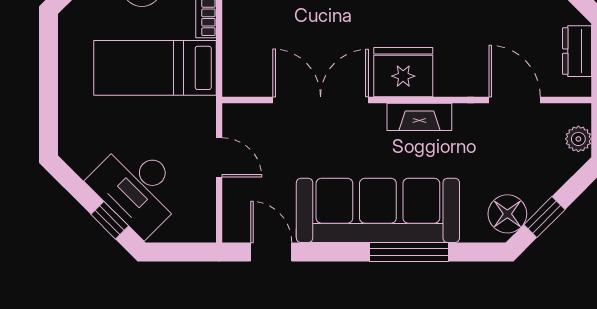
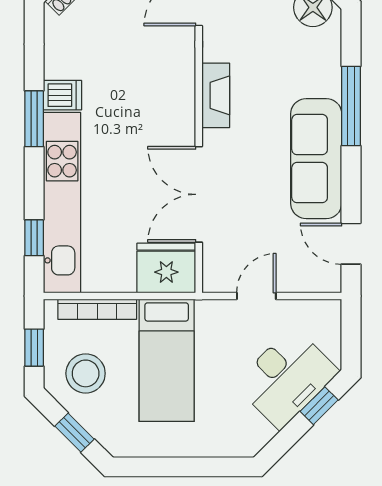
fridge: (403, 72) -> (166, 268), moved, turned 90
sofa: (378, 210) -> (316, 159), width x0.74, depth x0.79
door: (271, 252) -> (351, 244), hinge flipped

